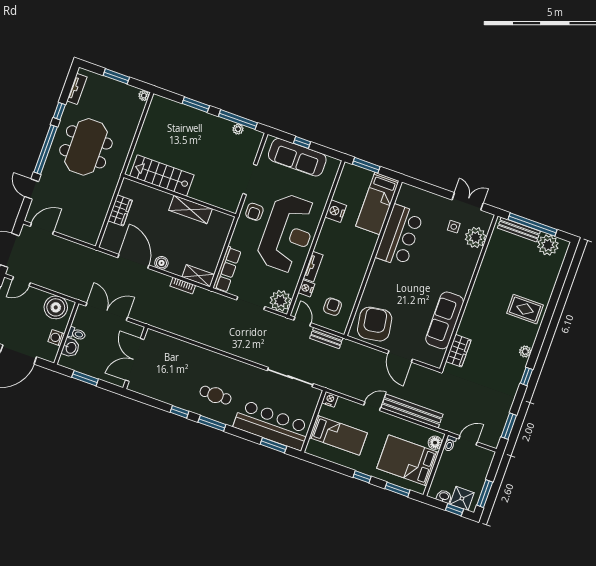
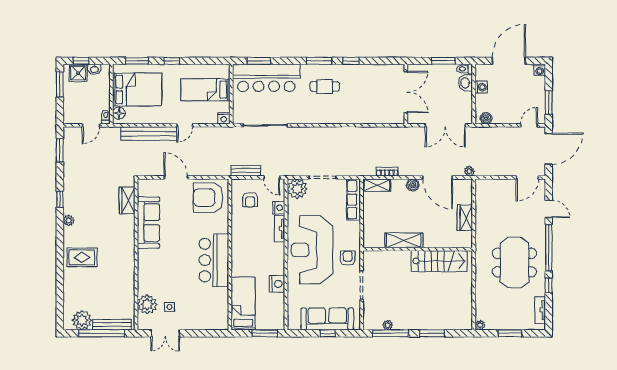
bar counter: (399, 236) -> (214, 260), moved
plant: (99, 256) -> (469, 171), added
boiler: (56, 307) -> (486, 118), width x0.54, depth x0.54
armchair: (375, 324) -> (208, 198), turned 99
toilet: (77, 334) -> (465, 69), moved

